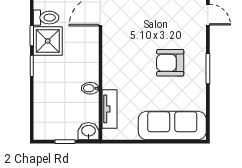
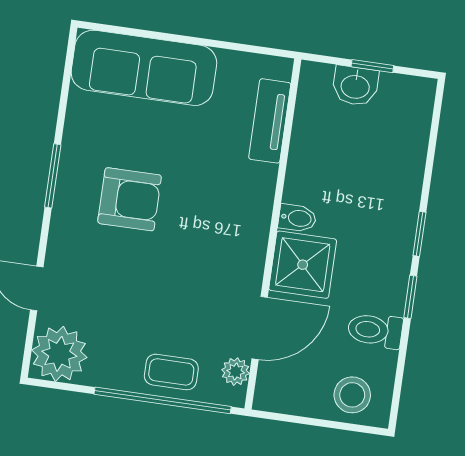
shower: (48, 41) -> (303, 265), moved
bidet: (90, 88) -> (297, 218), moved
washbasin: (88, 131) -> (355, 86), moved

